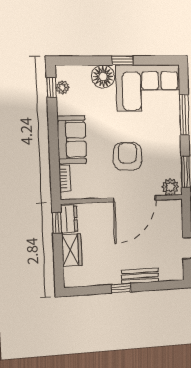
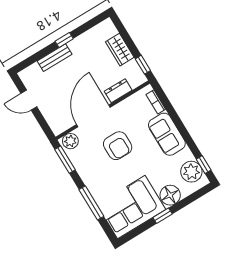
plant: (62, 88) -> (191, 172), width x1.87, depth x1.87
dresser: (69, 219) -> (118, 91), moved, turned 90

